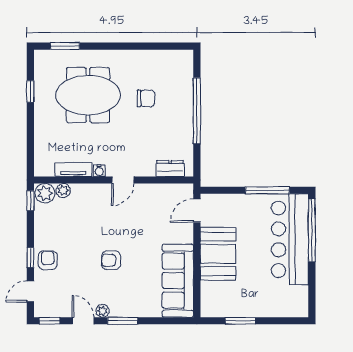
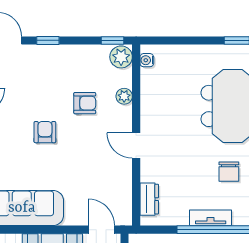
tv unit: (73, 170) -> (211, 218), moved, turned -90
water cooler: (99, 171) -> (147, 60), moved
plant: (63, 190) -> (124, 96), moved
armchair: (48, 260) -> (85, 103), moved

